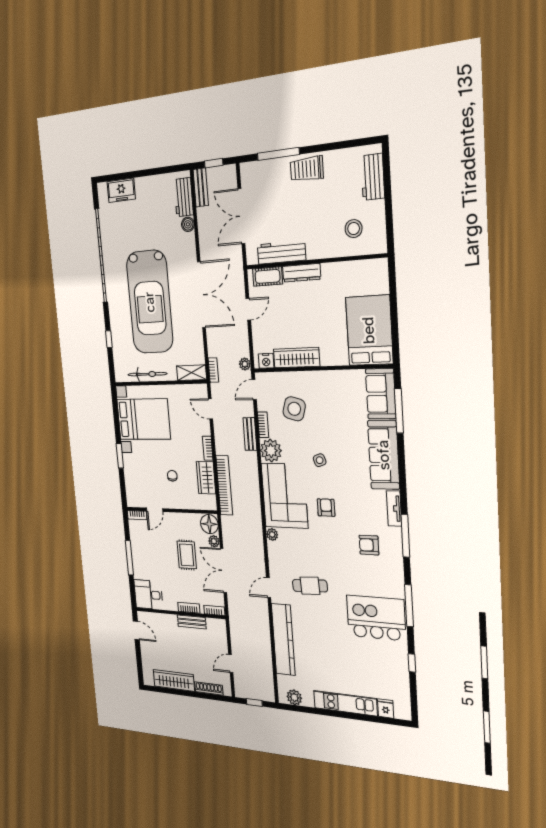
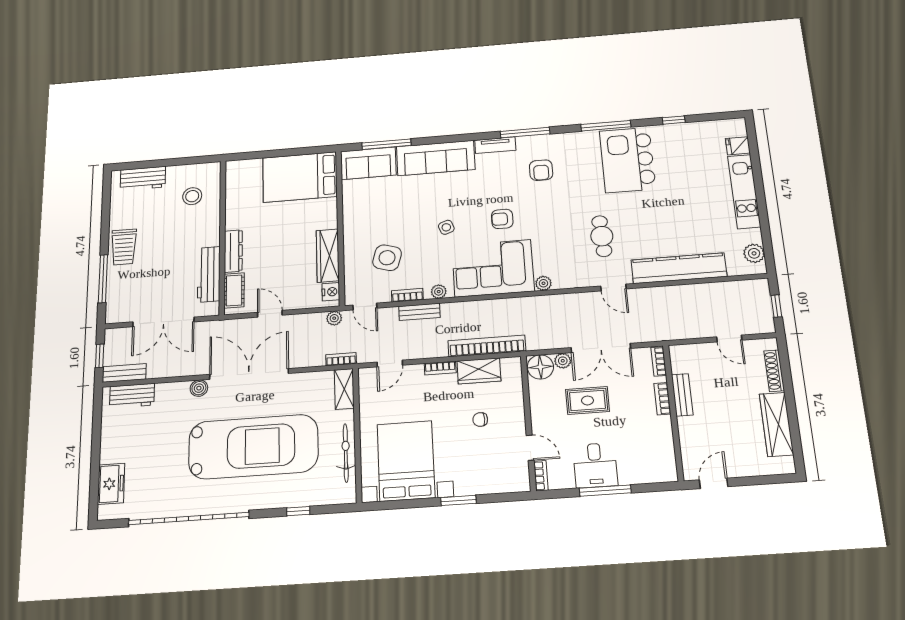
boiler: (188, 224) -> (199, 388), moved
plant: (271, 451) -> (439, 292), width x0.53, depth x0.53
desk: (148, 595) -> (595, 465), moved

